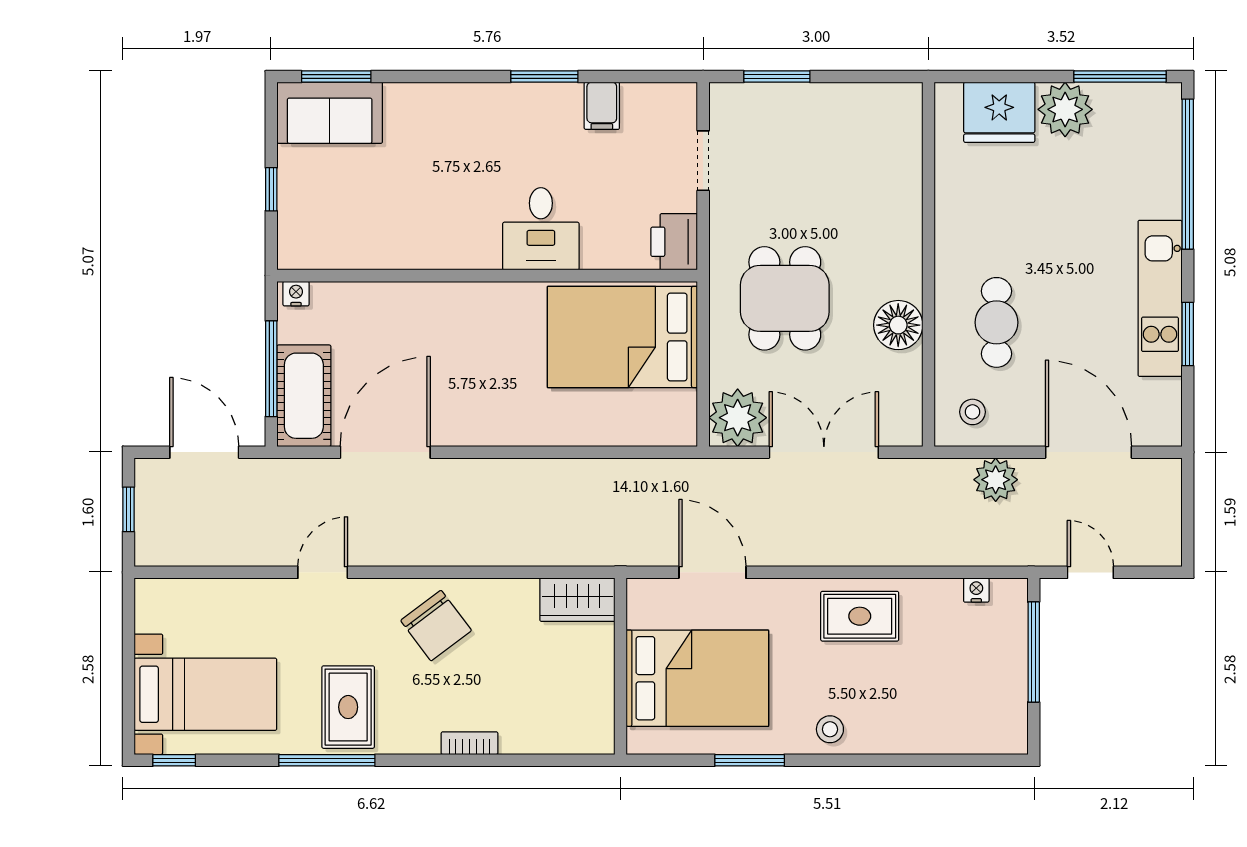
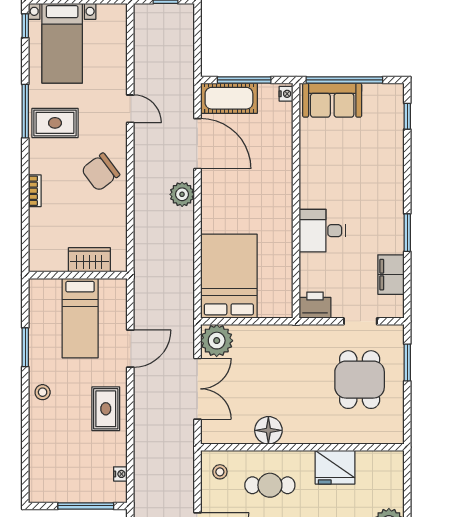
window: (336, 77) -> (407, 116), width x0.67
filing cabinet: (602, 106) -> (391, 275), width x2.00
fridge: (999, 112) -> (335, 467), moved, turned -90
sofa: (330, 113) -> (332, 100), moved, turned -90
window: (271, 189) -> (344, 80), width x3.17
dining table: (785, 298) -> (360, 380), moved, turned 90
bed: (622, 337) -> (229, 276), moved
door: (204, 452) -> (197, 43), removed
plant: (996, 480) -> (182, 194), moved
door: (712, 572) -> (130, 349), moved
wardrobe: (577, 600) -> (89, 260), moved, turned 90
bed: (697, 678) -> (80, 318), width x0.67

